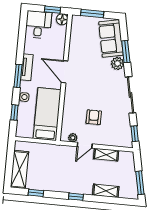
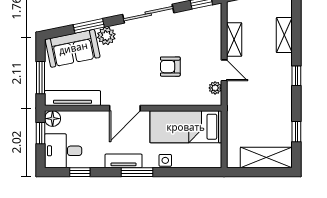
tv unit: (75, 35) -> (73, 98), added
window: (14, 112) -> (80, 172), moved
armchair: (94, 117) -> (170, 67), moved

